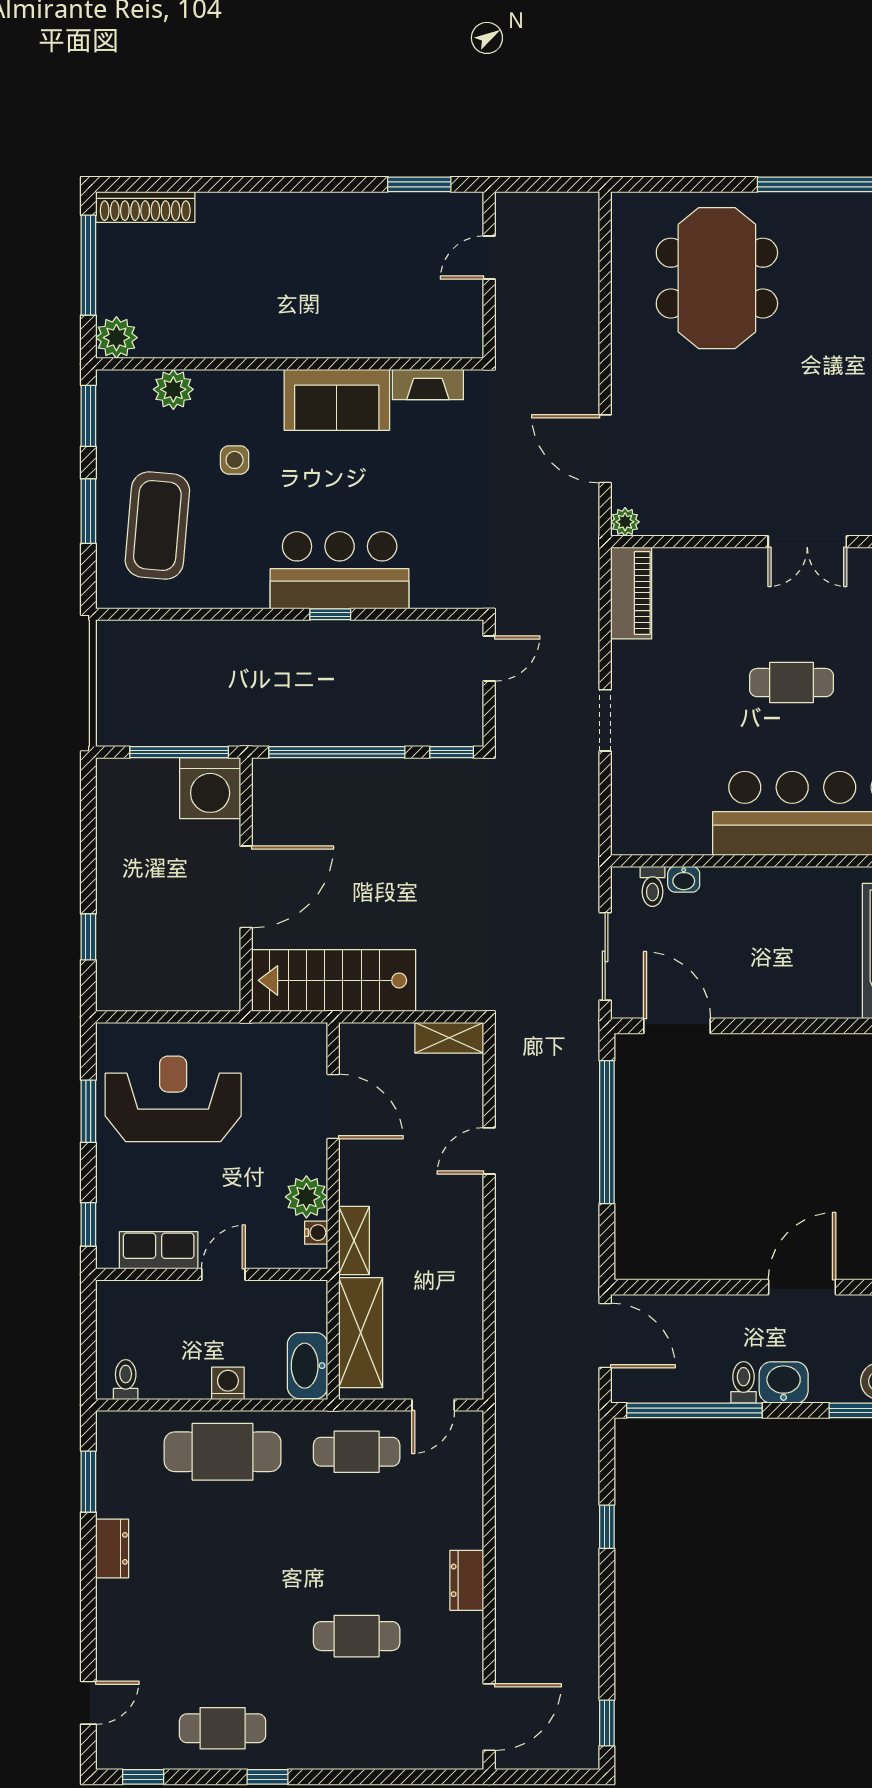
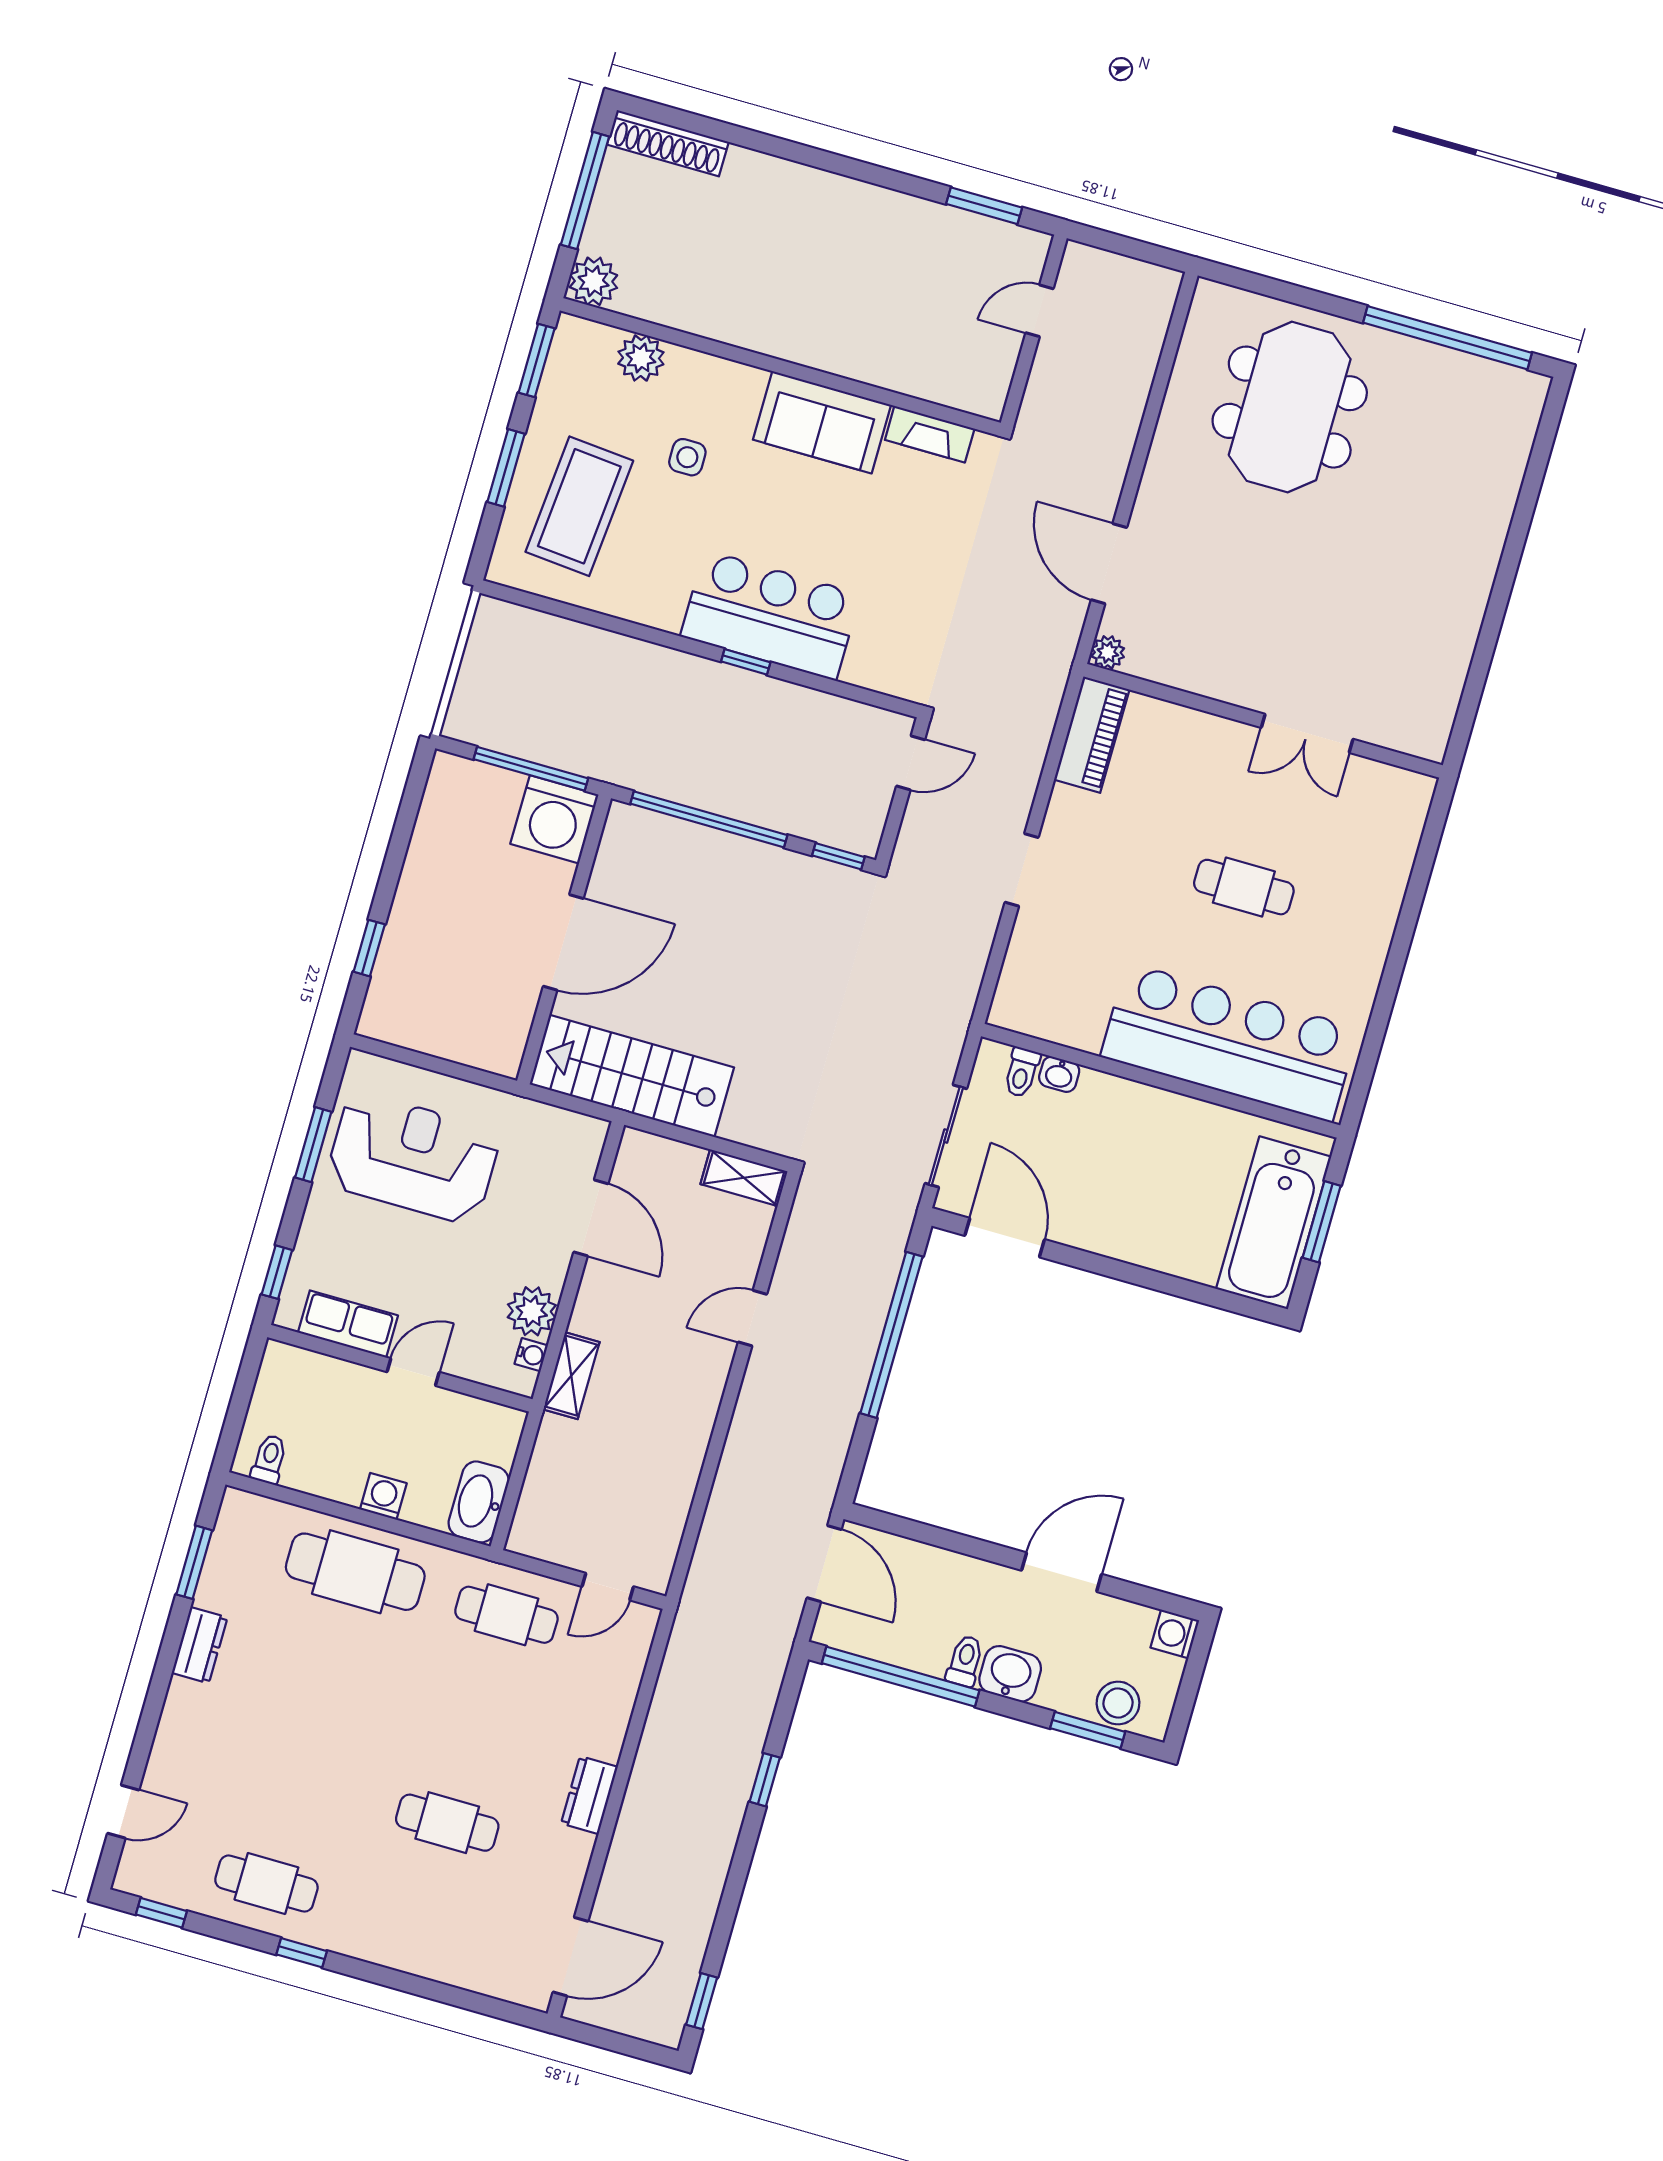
shelving: (361, 1333) -> (549, 1482), removed

